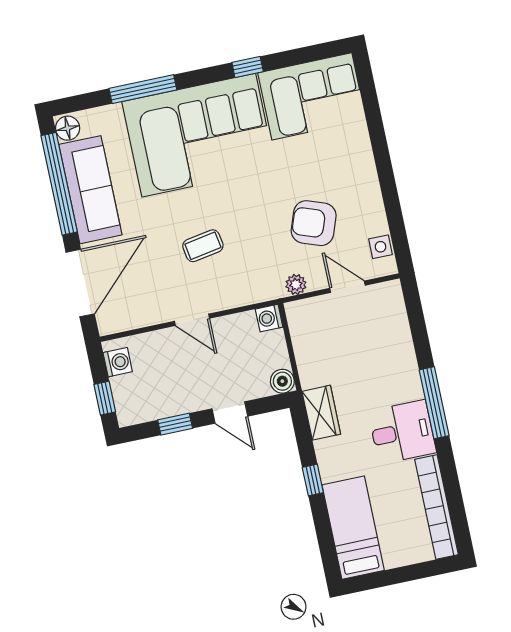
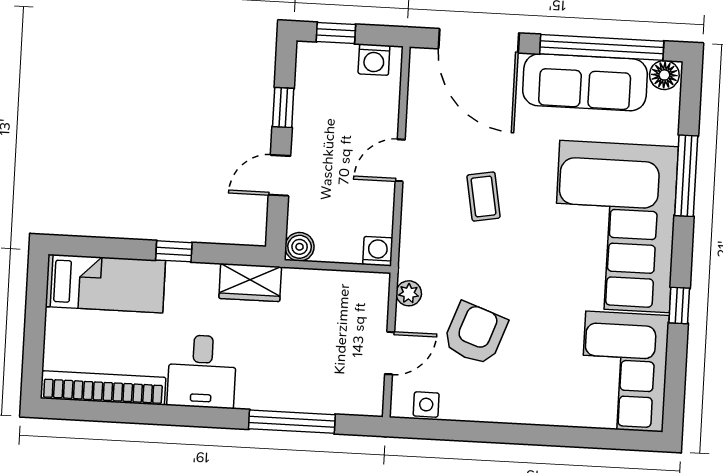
window: (434, 403) -> (292, 422), moved

